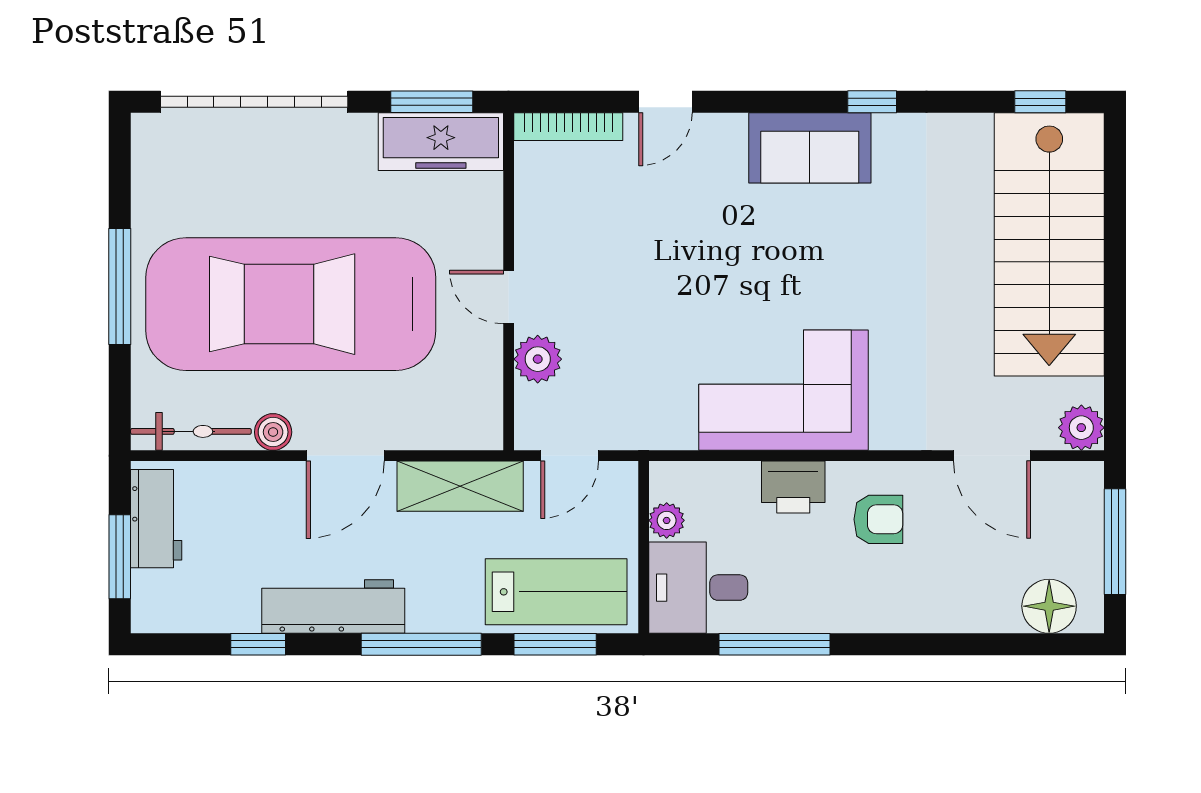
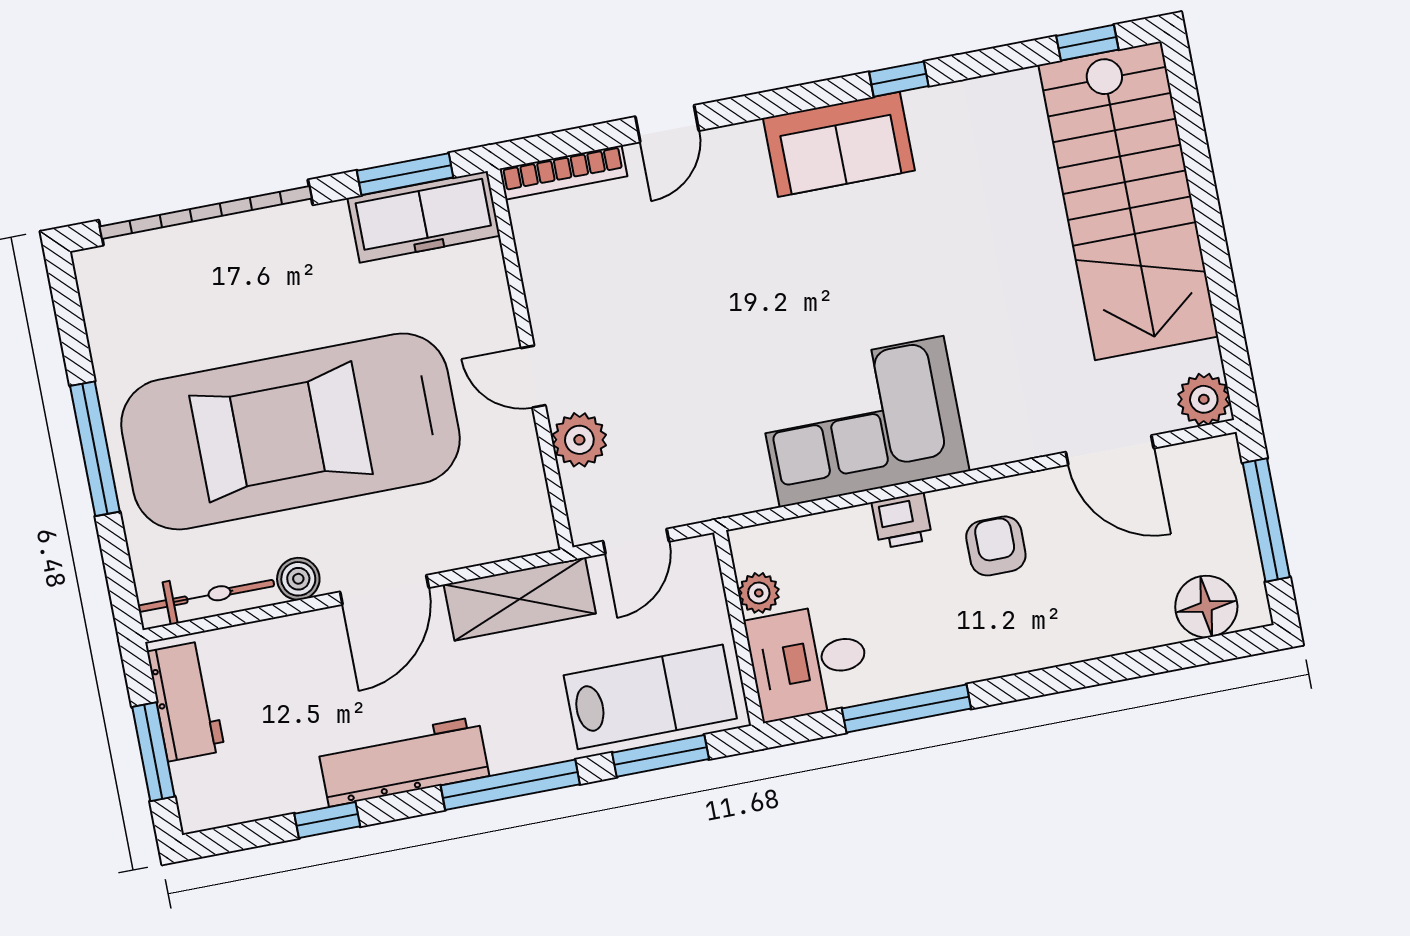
printer: (793, 487) -> (902, 521), width x0.73, depth x0.81
armchair: (878, 519) -> (996, 546), turned -90

